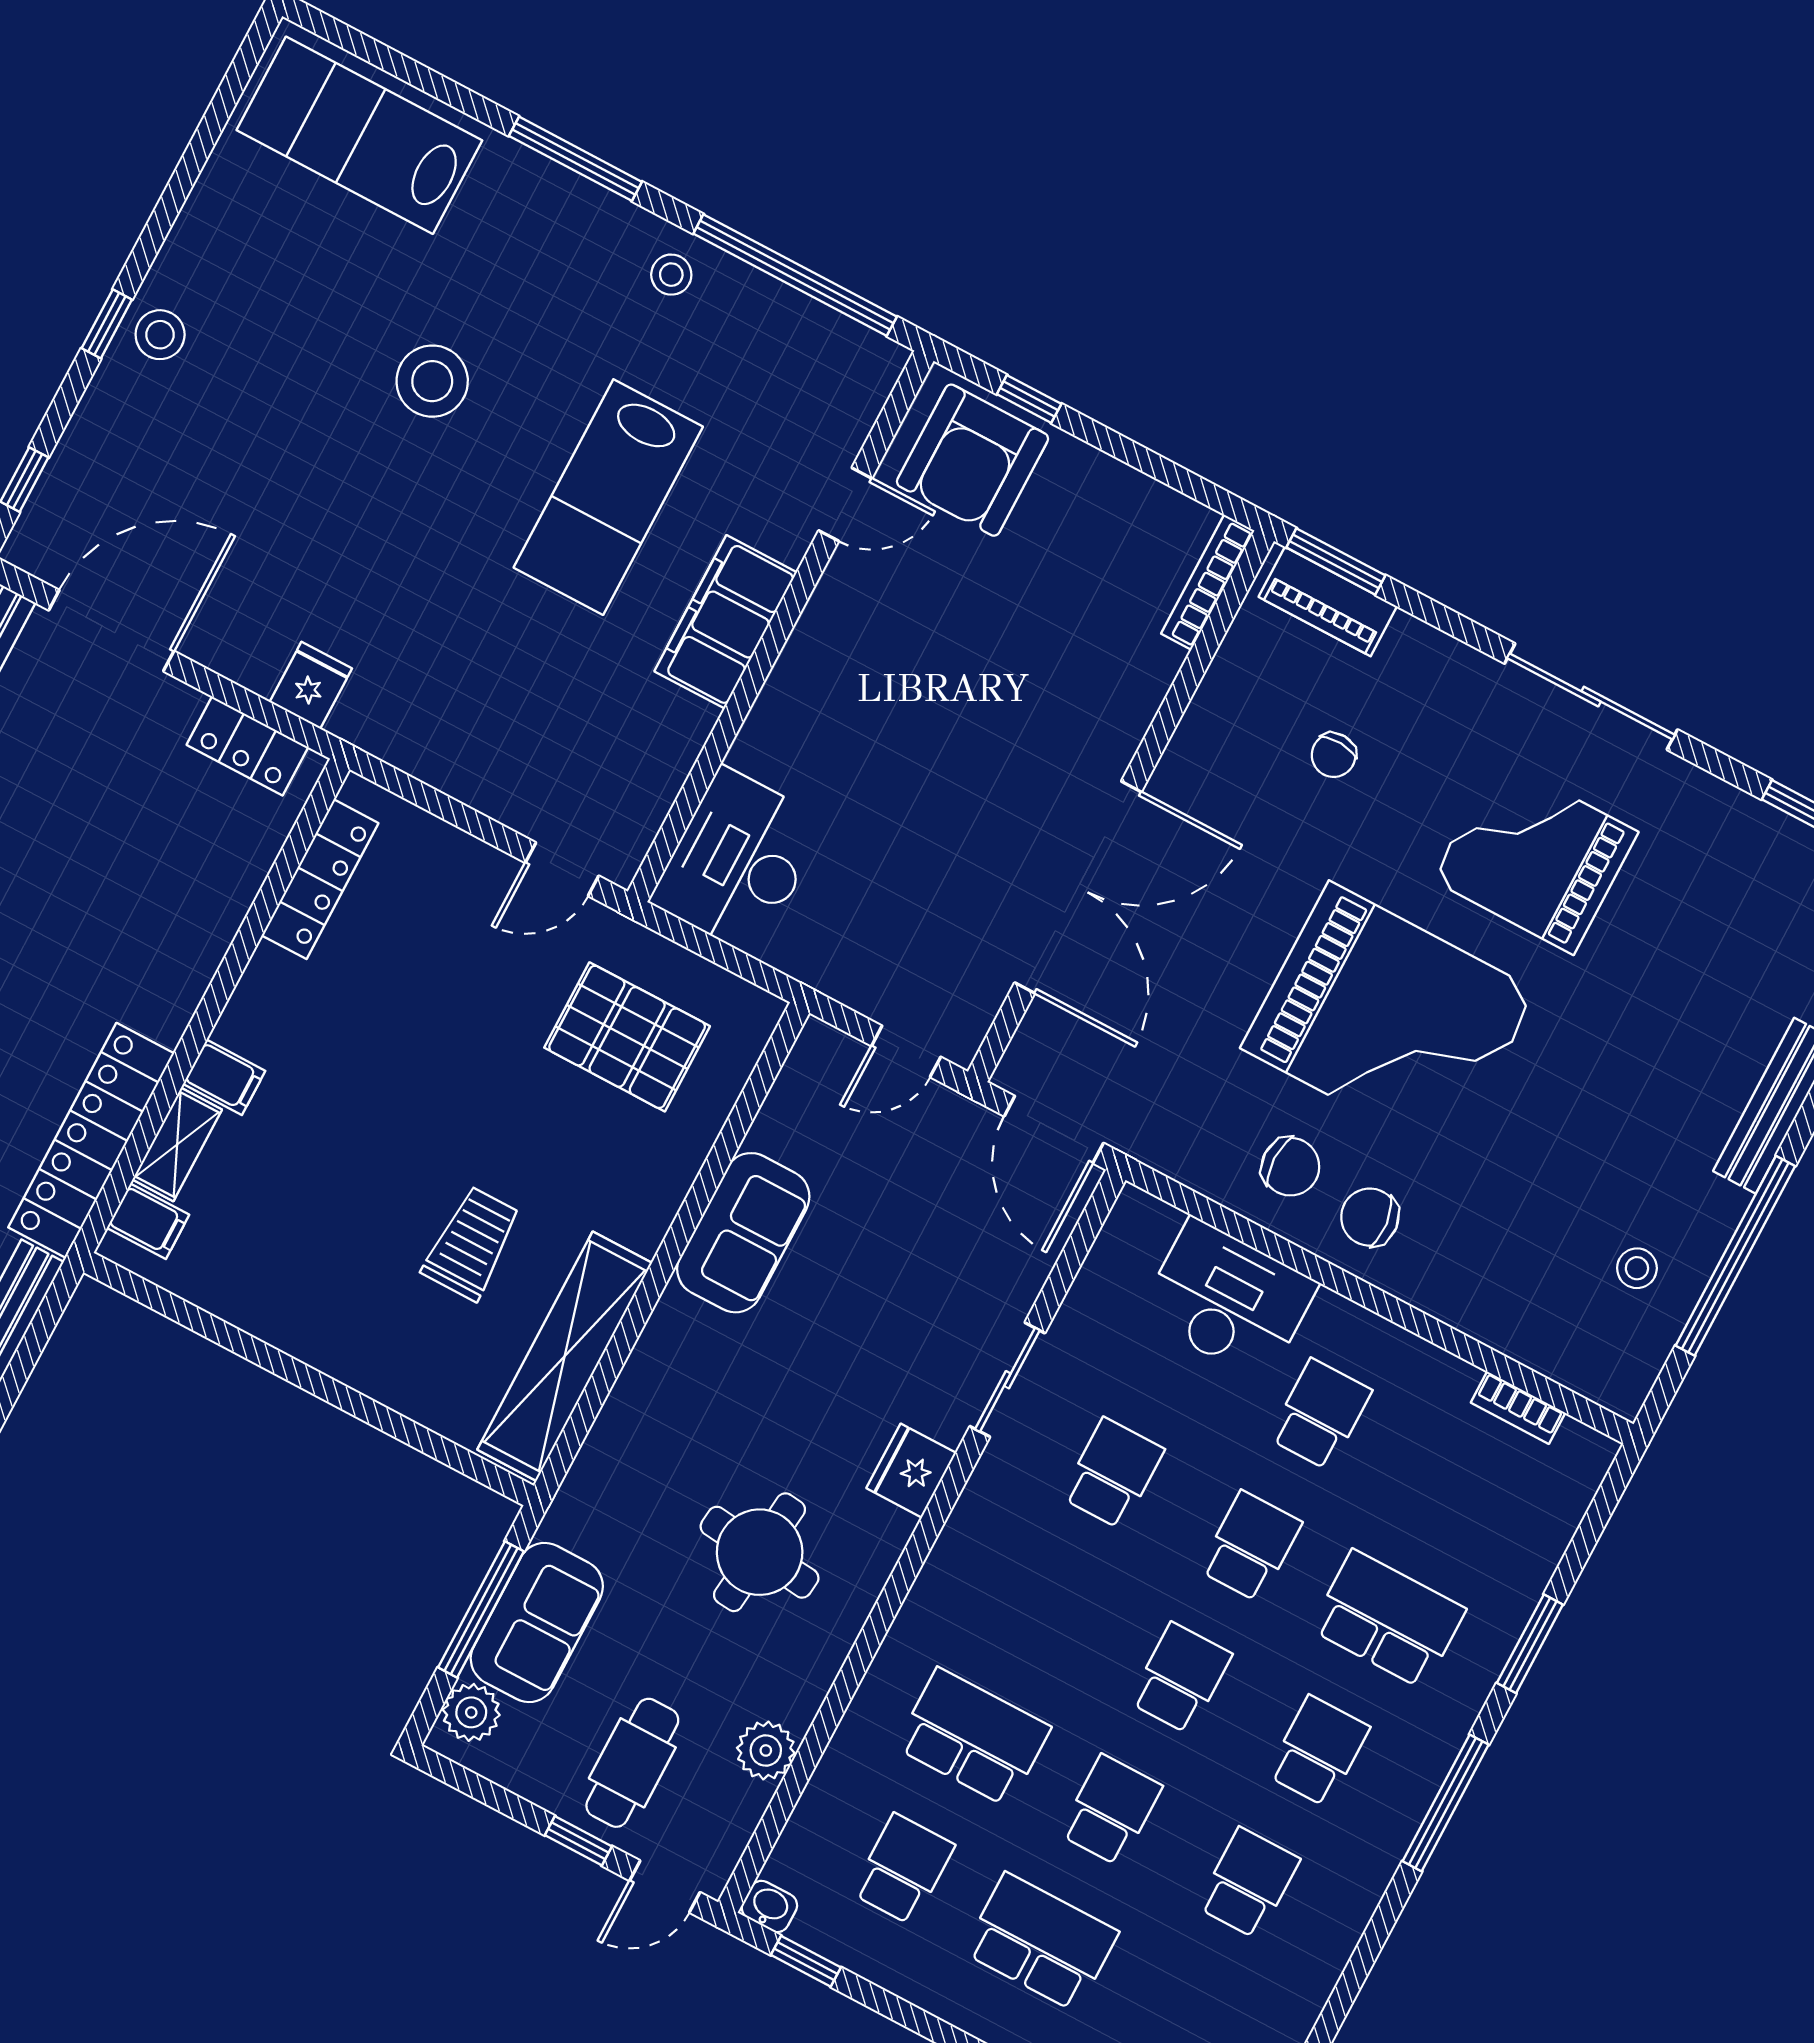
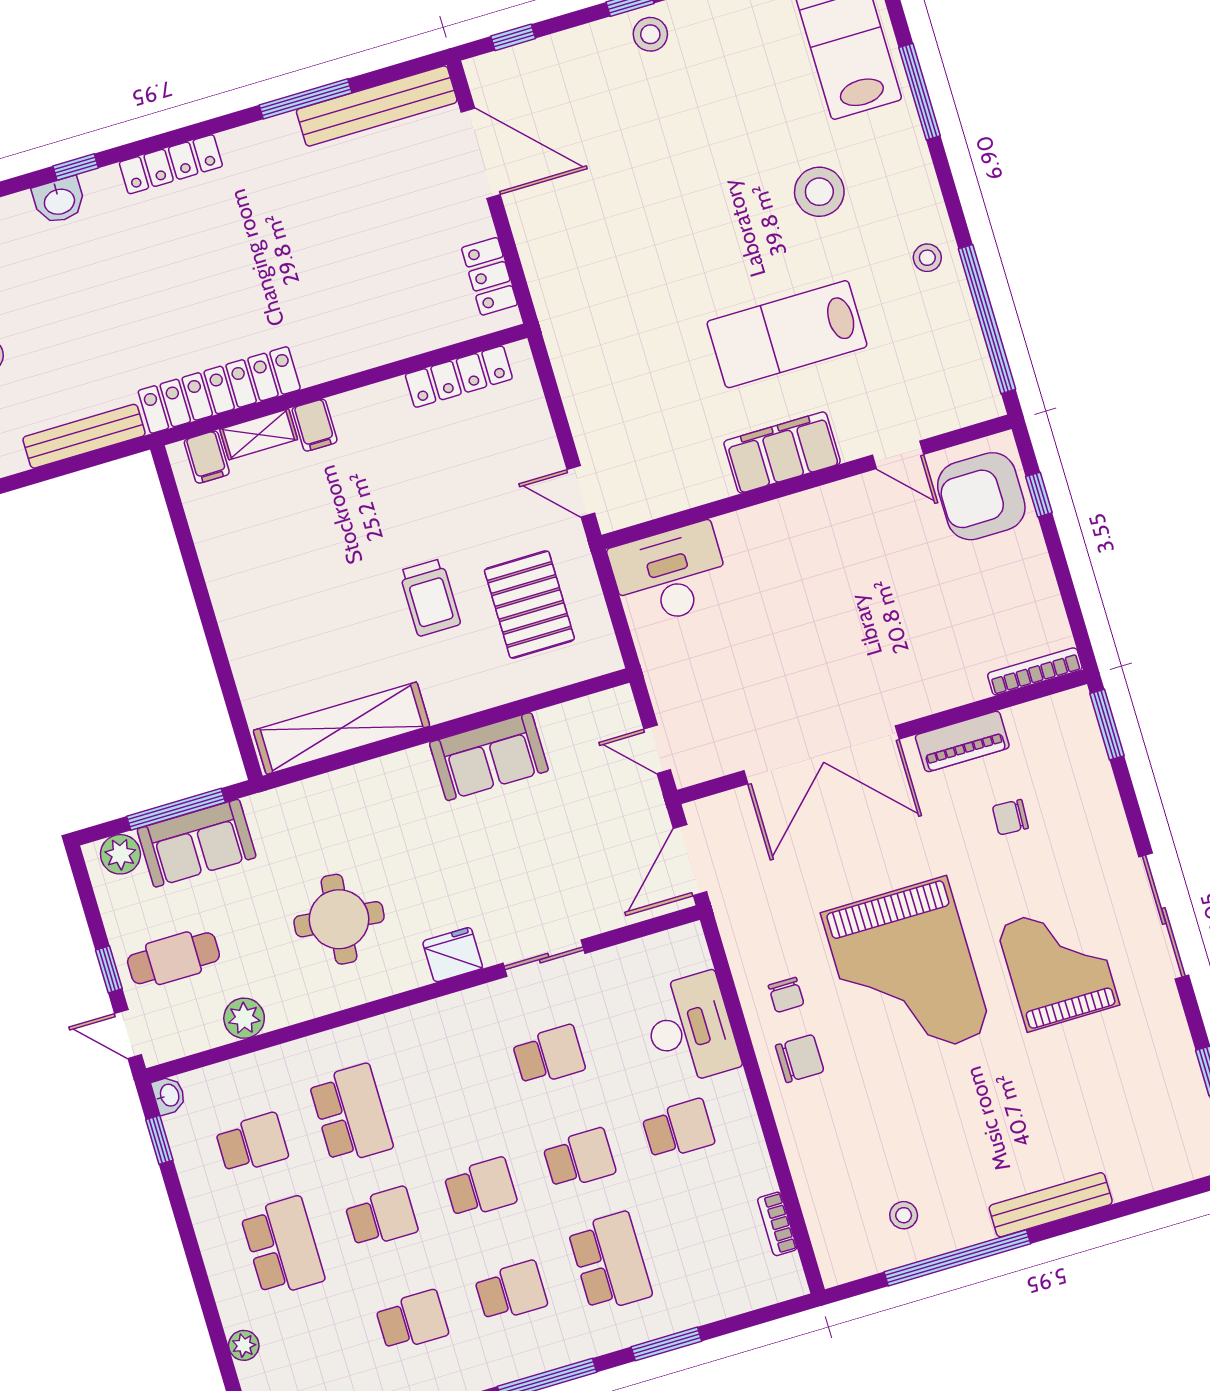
window: (575, 159) -> (920, 92), moved
stool: (432, 381) -> (819, 192), moved
piano: (1328, 602) -> (962, 741), moved, turned -90
fridge: (311, 685) -> (550, 278), removed
chair: (1290, 1167) -> (786, 995), width x0.73, depth x0.73
chair: (1370, 1217) -> (800, 1058), turned 96
trolley: (472, 1243) -> (430, 598), moved, turned 90

